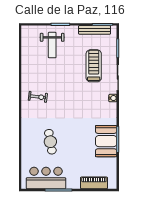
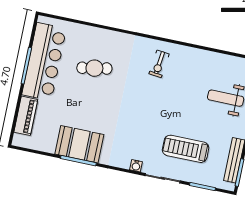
treadmill: (94, 66) -> (186, 149), turned 180
bar counter: (46, 178) -> (44, 62), width x1.36

